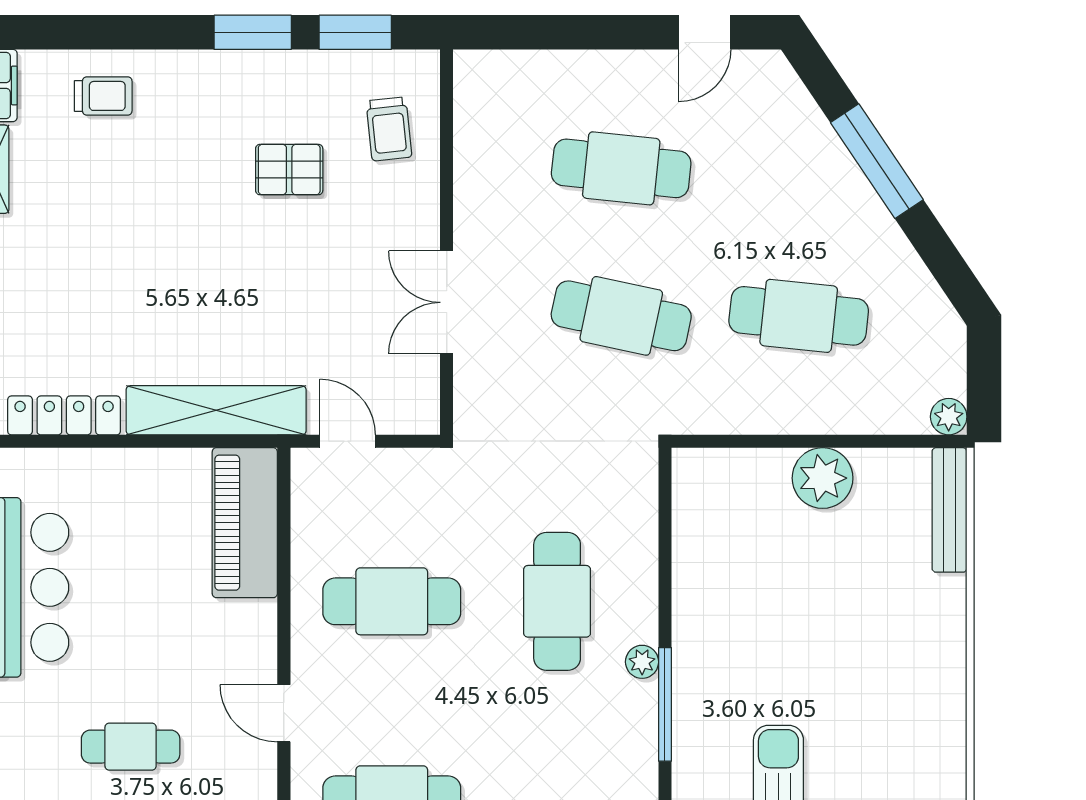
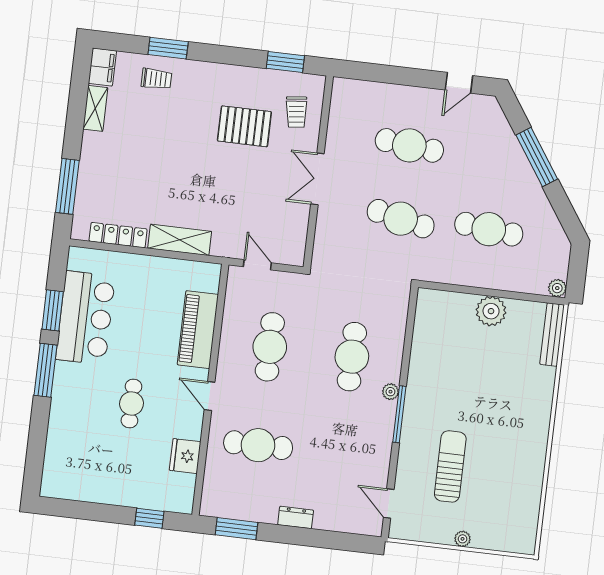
window: (253, 32) -> (168, 48), moved
pallet: (289, 170) -> (244, 126), width x1.50, depth x1.42
double door: (447, 302) -> (317, 179), moved
shelving: (216, 410) -> (180, 240), width x0.68
piano: (245, 523) -> (198, 330), moved
cafe table: (392, 601) -> (270, 347), turned 90
cafe table: (131, 747) -> (131, 403), turned 90

